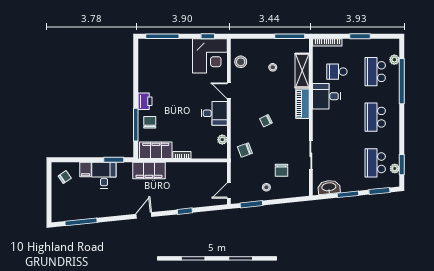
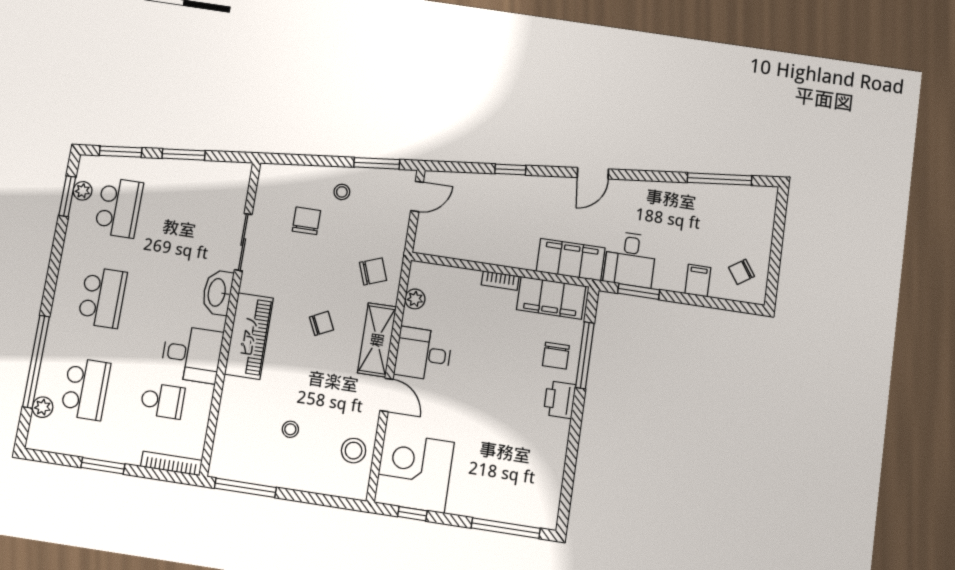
shelving: (302, 71) -> (377, 340), moved
piano: (302, 104) -> (249, 336), width x1.37, depth x1.33
desk: (104, 175) -> (630, 259), moved
washbasin: (329, 187) -> (217, 293), moved, turned 96

